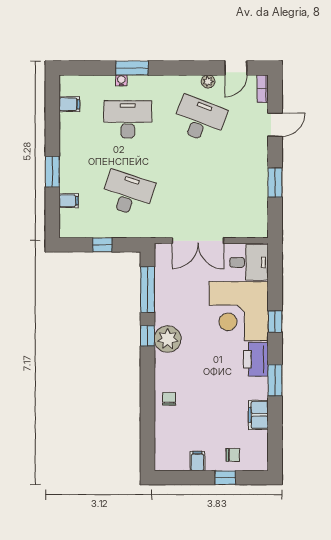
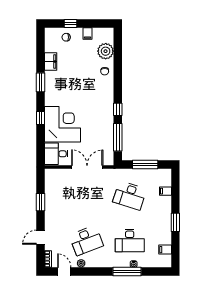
window: (132, 68) -> (127, 271), width x1.44
door: (236, 68) -> (64, 271), hinge flipped
desk: (200, 119) -> (86, 240), turned -42
window: (52, 172) -> (175, 222), moved
window: (102, 245) -> (145, 164), width x2.17
plant: (168, 339) -> (106, 51), moved
printer: (256, 359) -> (52, 95), removed

